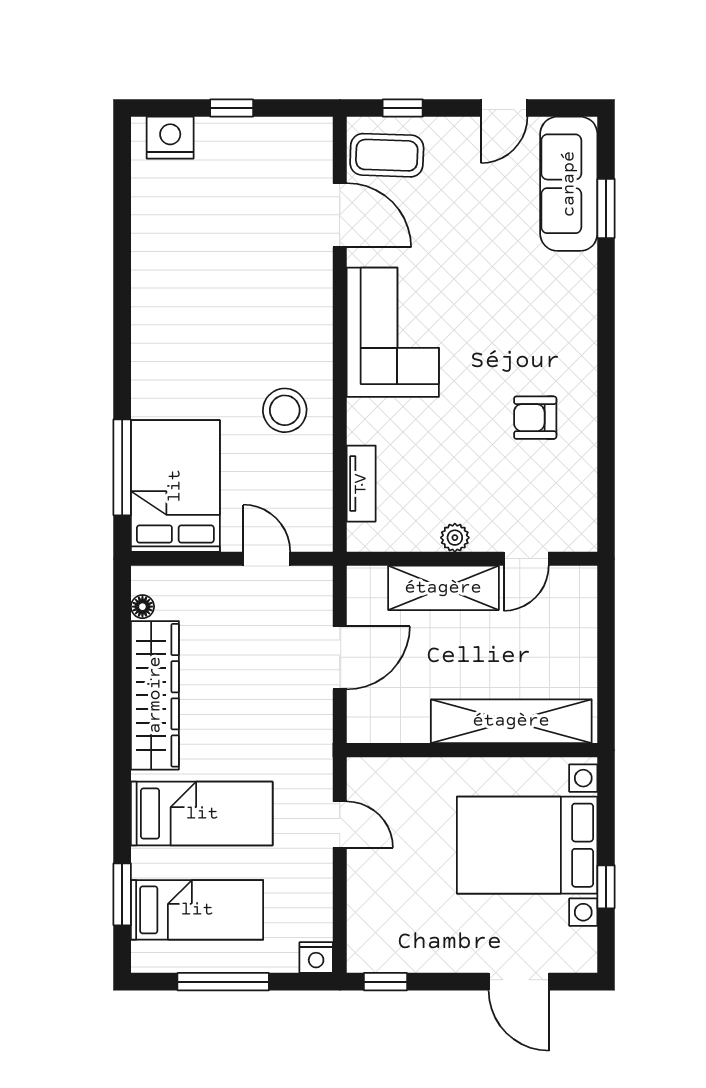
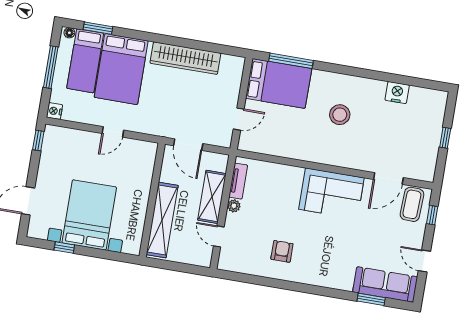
nightstand: (170, 138) -> (397, 93), moved, turned -90
stool: (285, 410) -> (340, 115), moved
tv unit: (361, 484) -> (238, 181), moved, turned -90
floor lamp: (142, 607) -> (69, 33), moved
shelving: (511, 721) -> (162, 220), moved
wall: (472, 750) -> (152, 200), moved
bed: (202, 814) -> (121, 69), width x1.50

